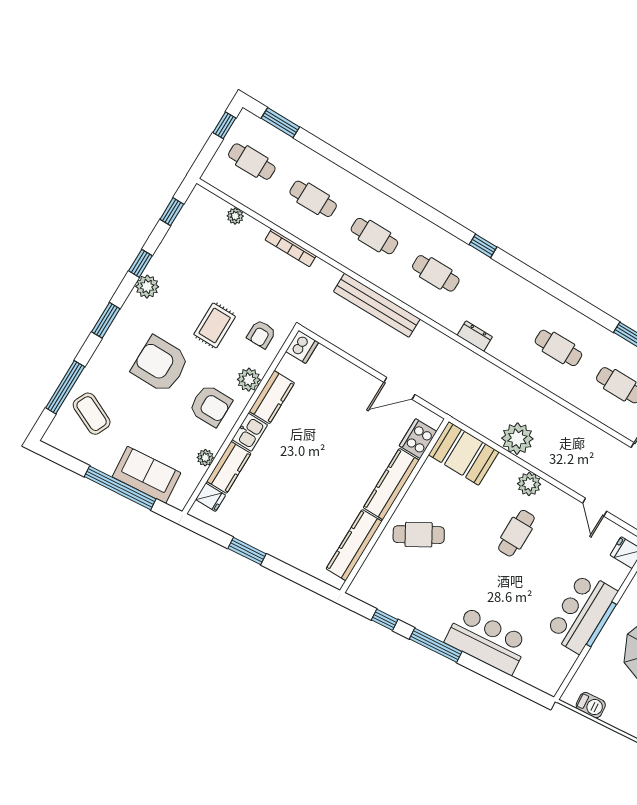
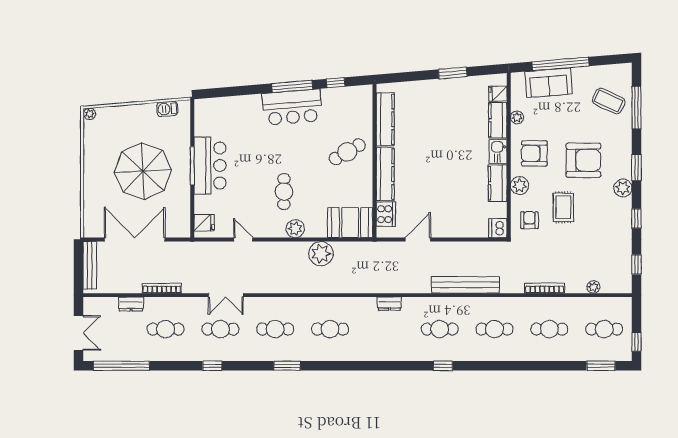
window: (483, 246) -> (443, 366), moved
plant: (147, 287) -> (623, 188), moved
bar counter: (487, 640) -> (292, 107), moved

